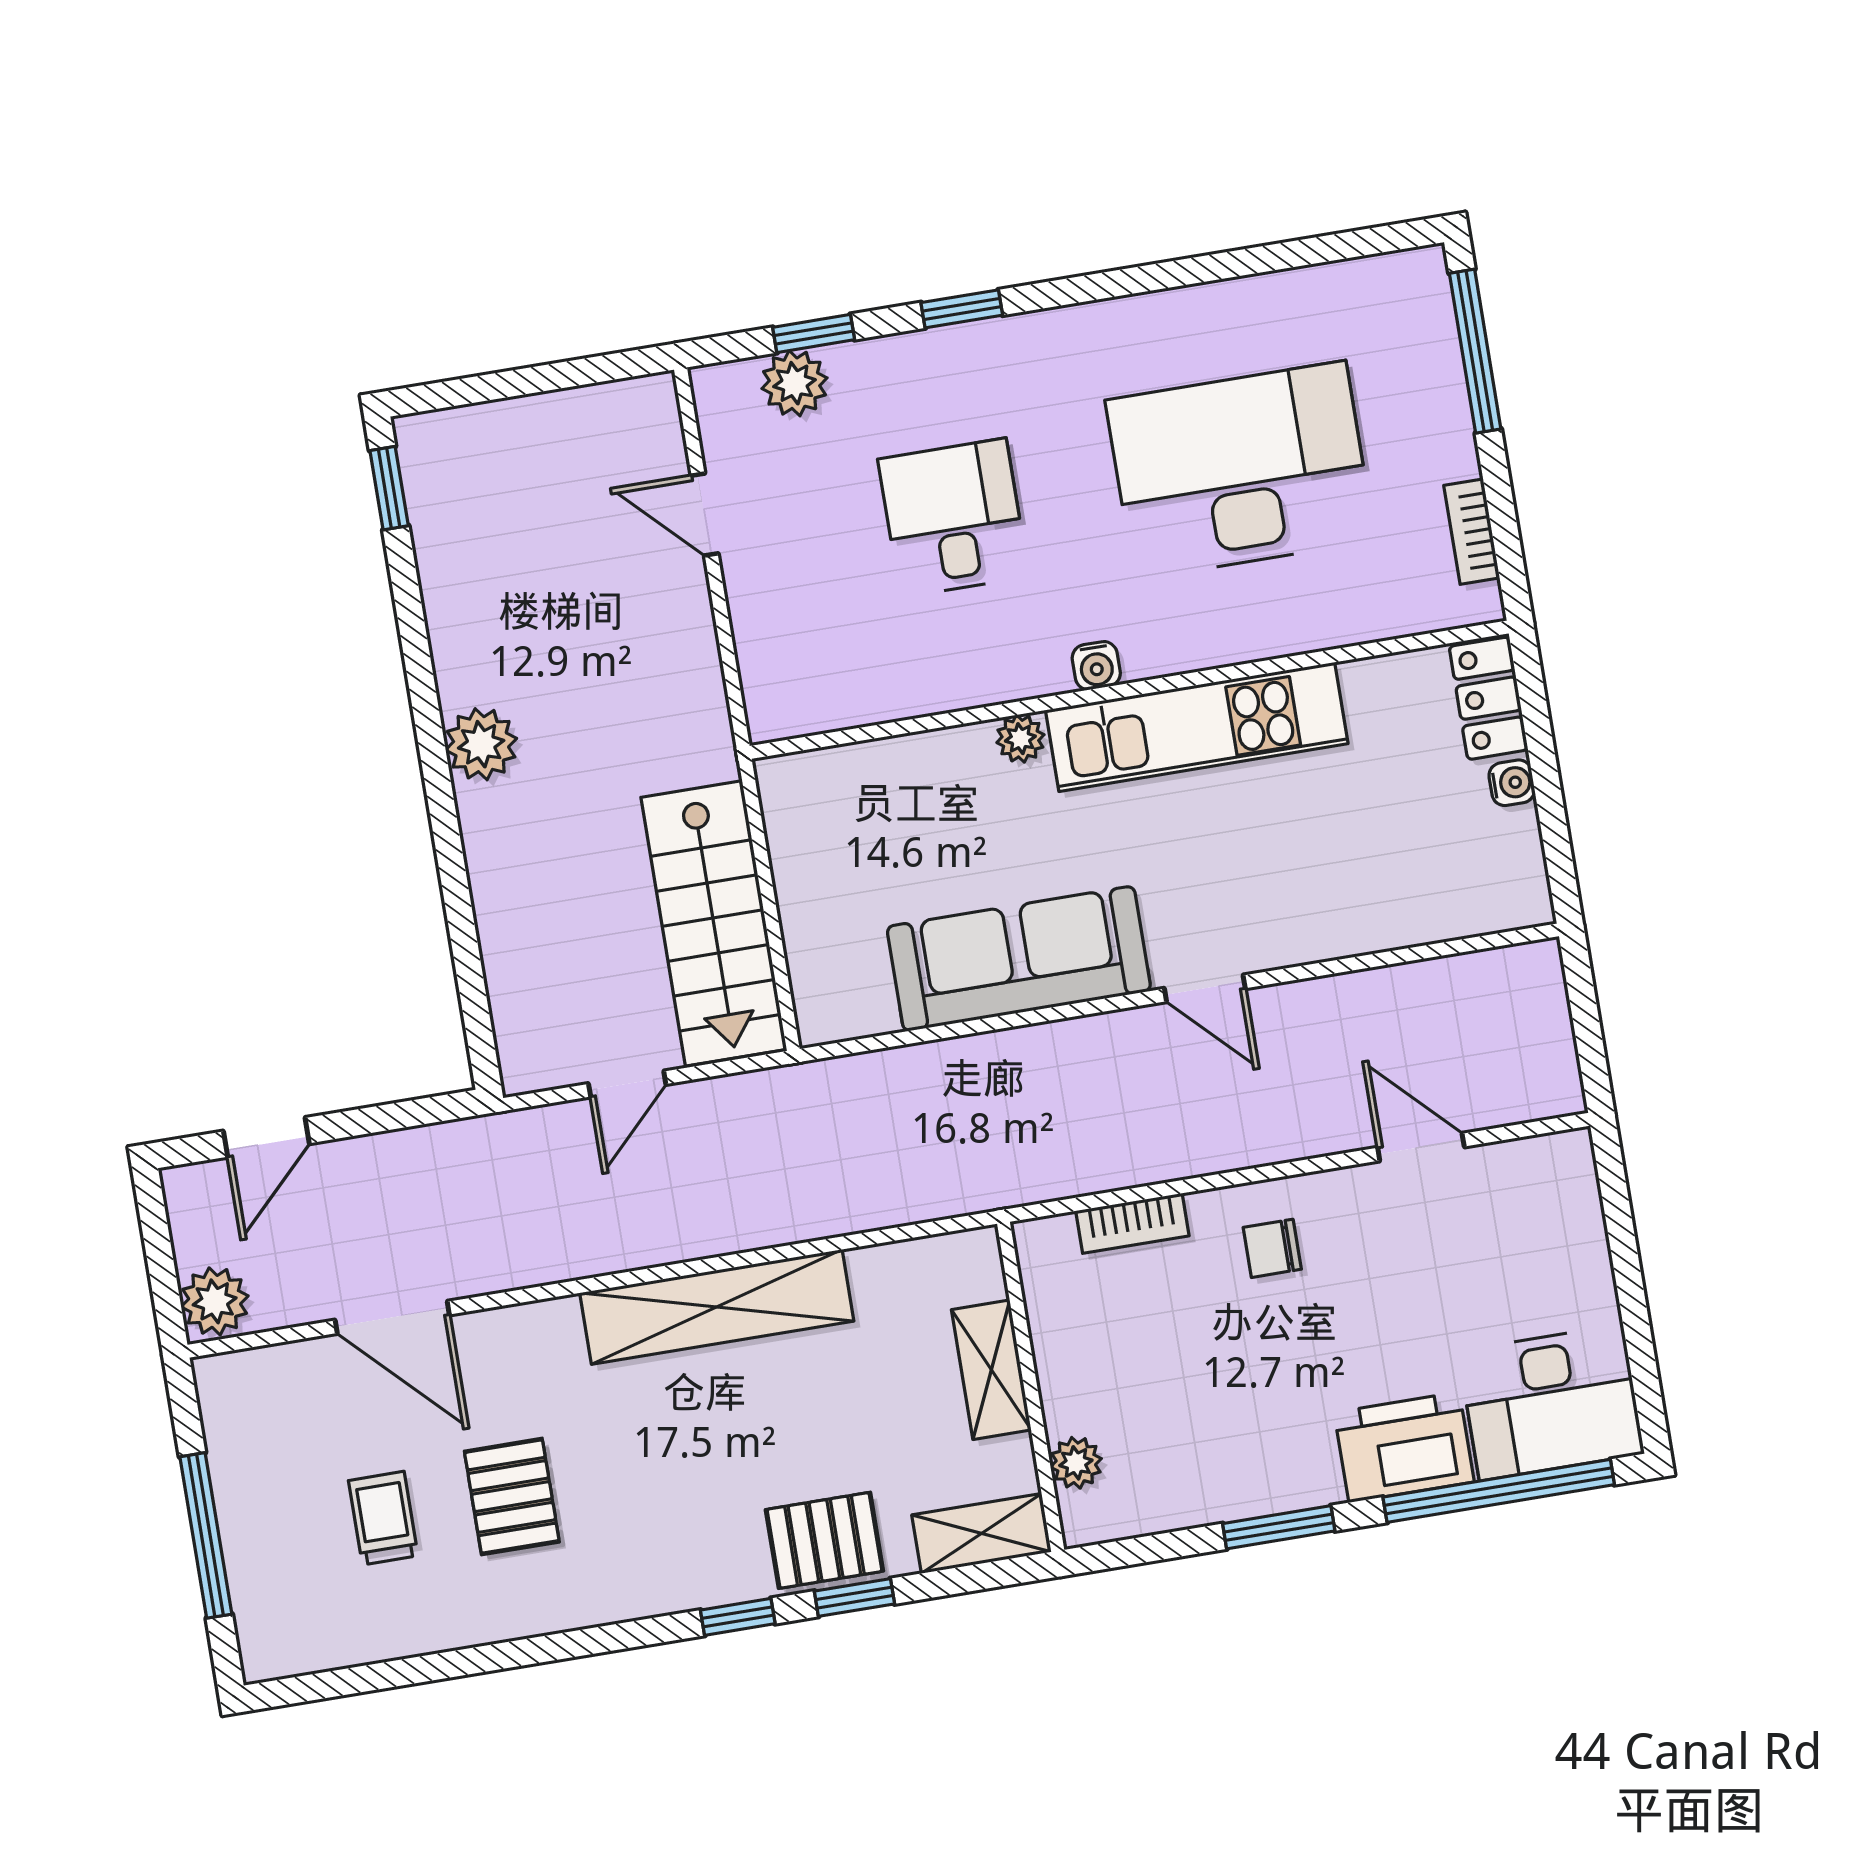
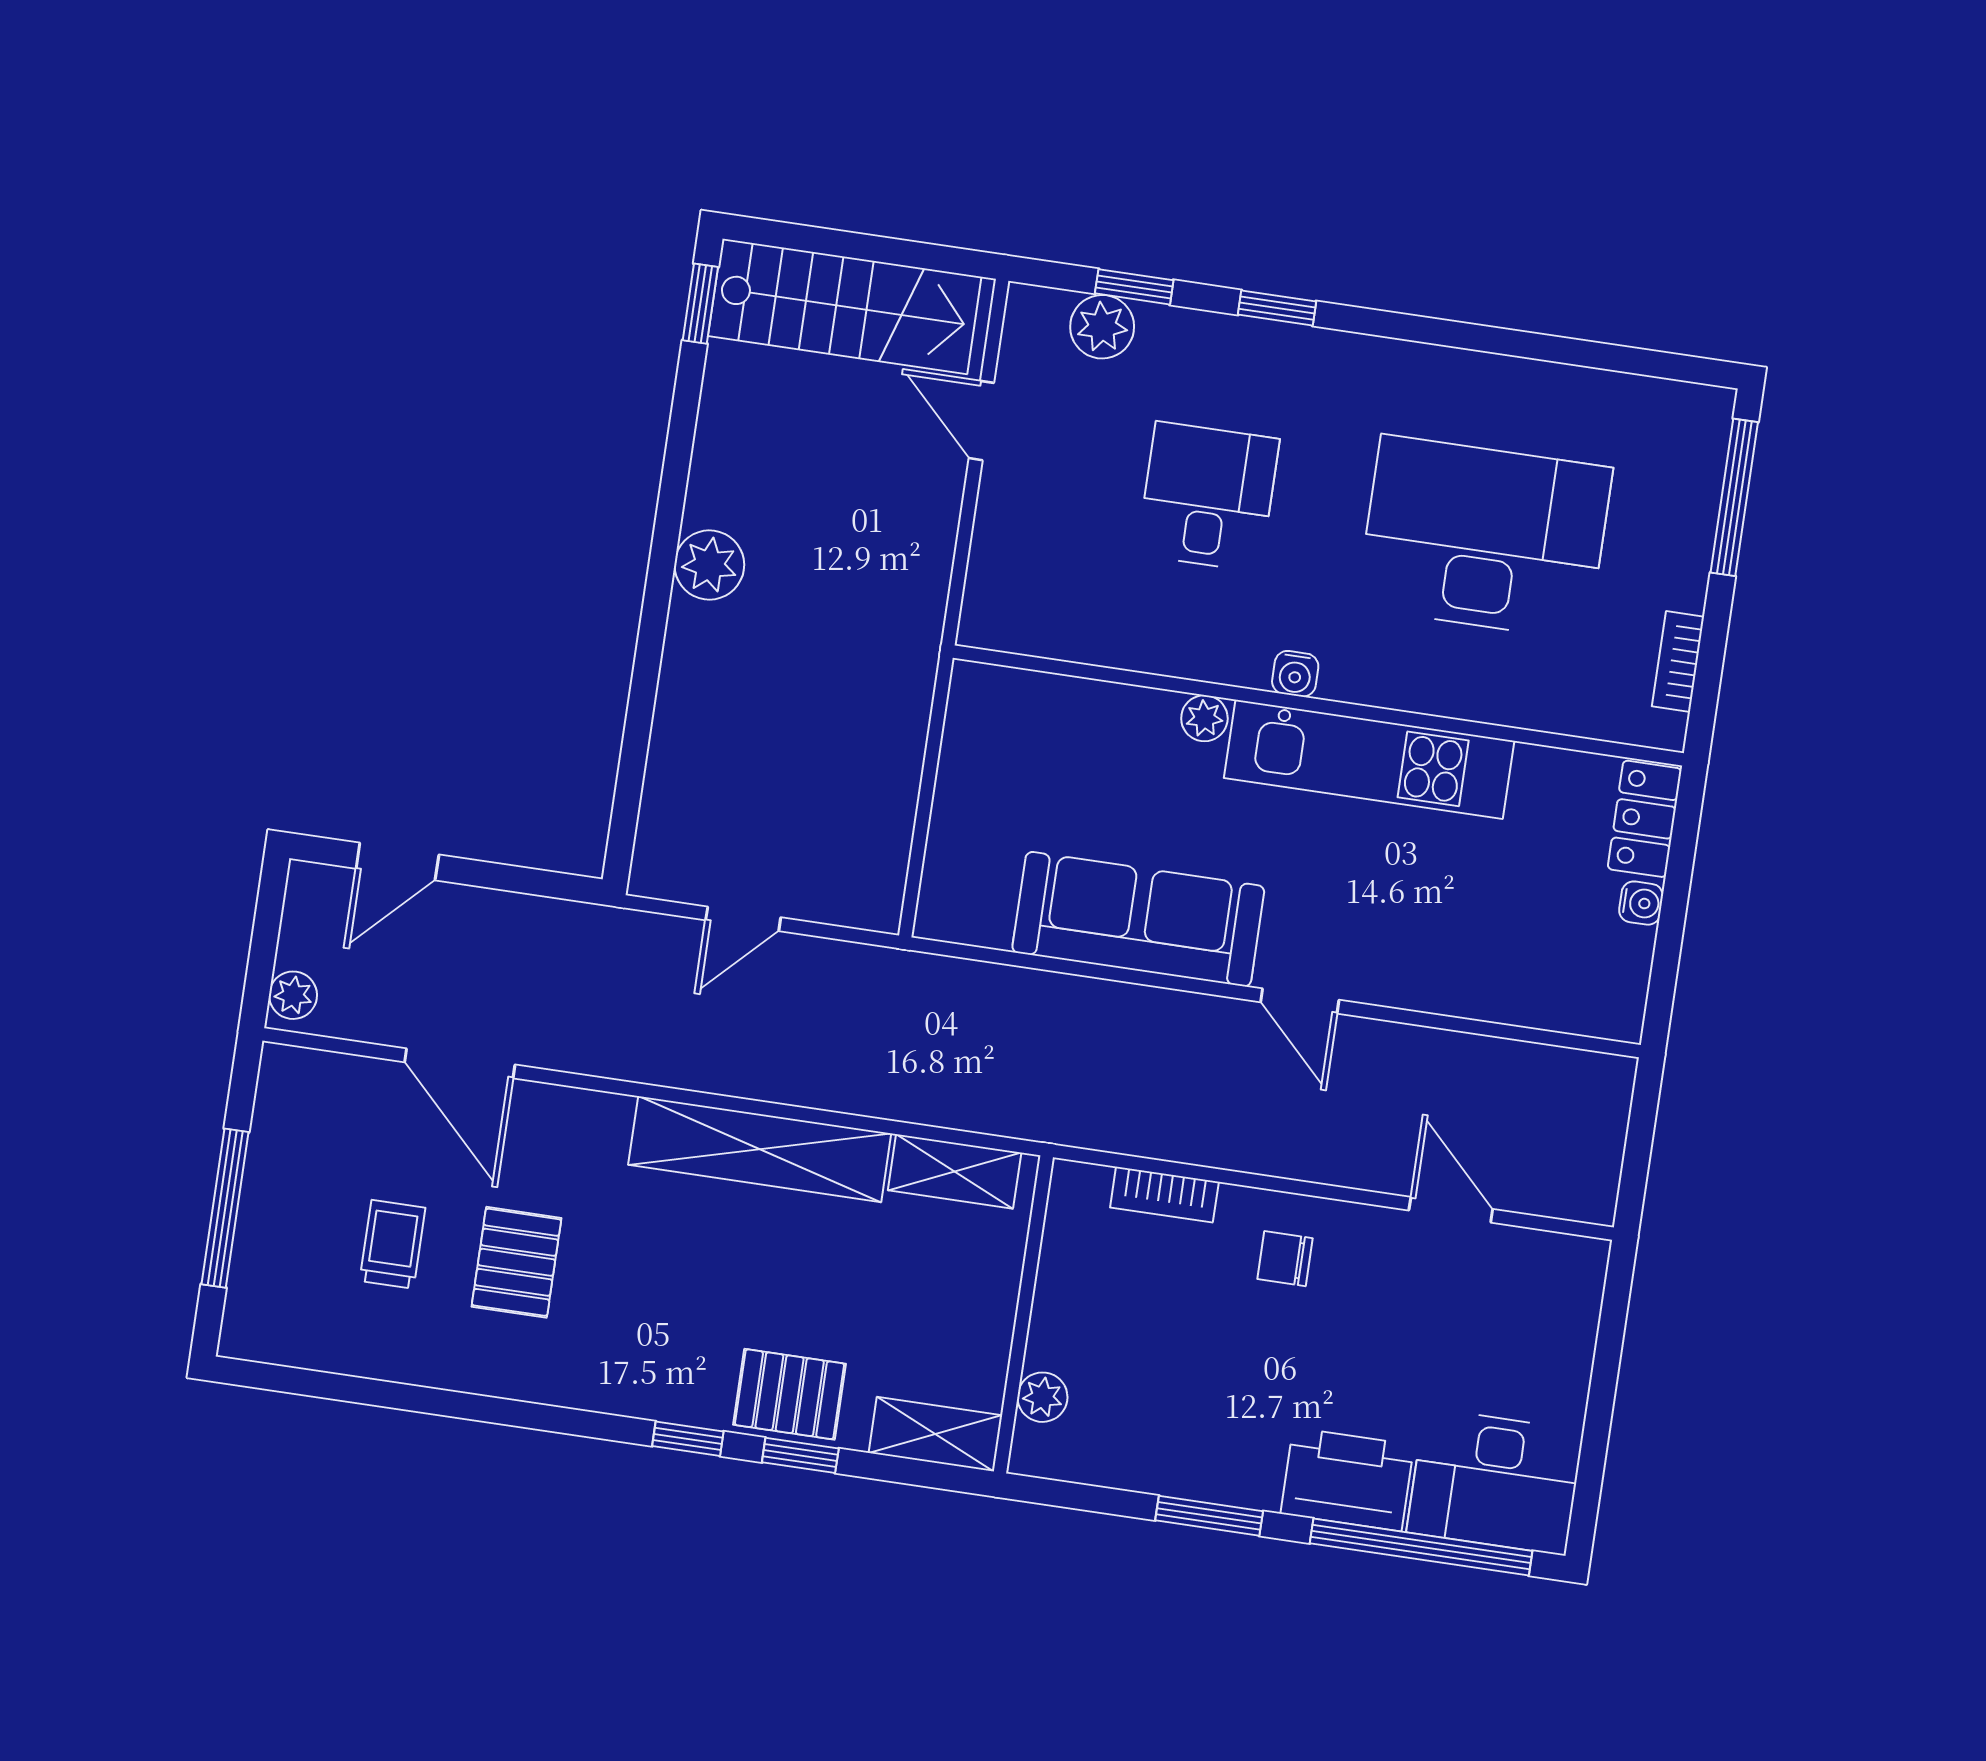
stairs: (714, 923) -> (845, 306), moved, turned -90
plant: (215, 1301) -> (293, 995), width x0.73, depth x0.73
shelving: (991, 1370) -> (955, 1171), moved, turned 90

